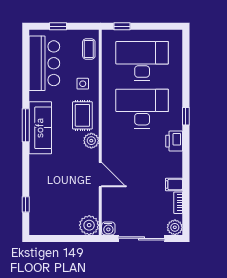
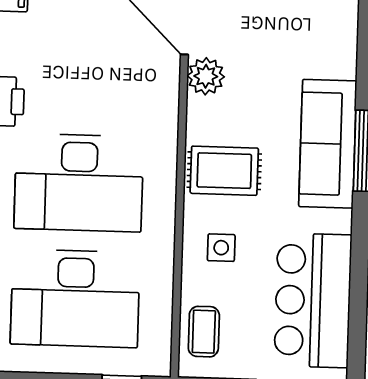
rug: (82, 115) -> (224, 171), turned 90
plant: (91, 141) -> (206, 76), moved

